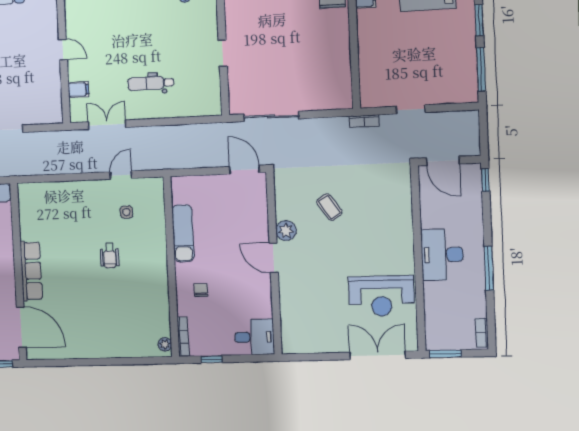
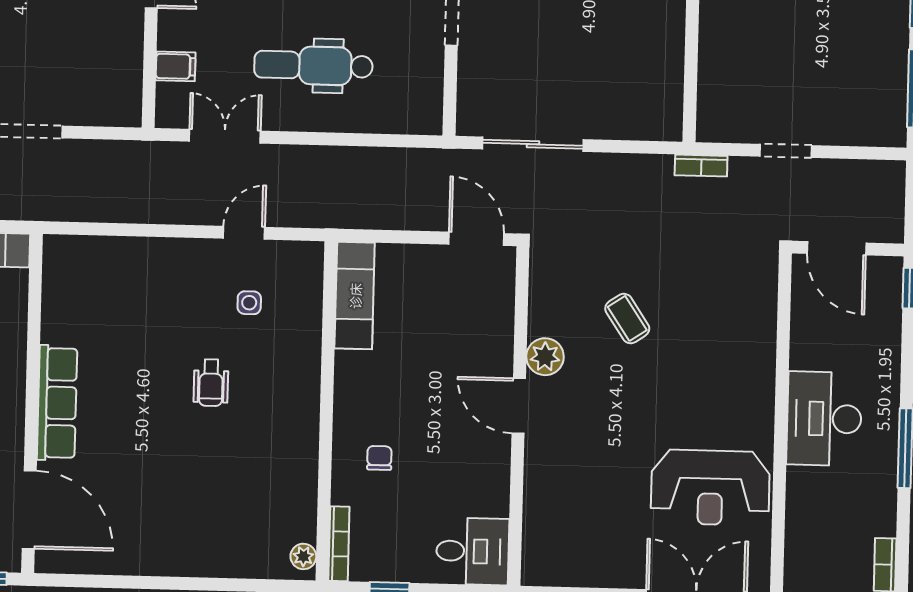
dental chair: (151, 83) -> (313, 66), width x1.36, depth x1.38
exam couch: (183, 233) -> (355, 296), moved

